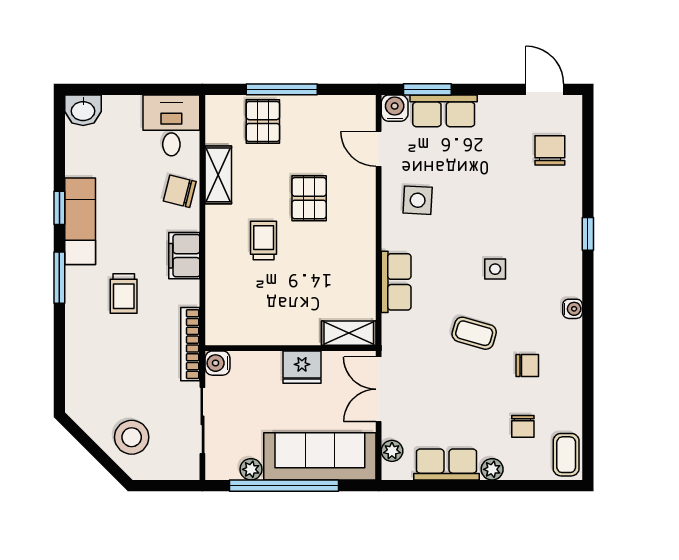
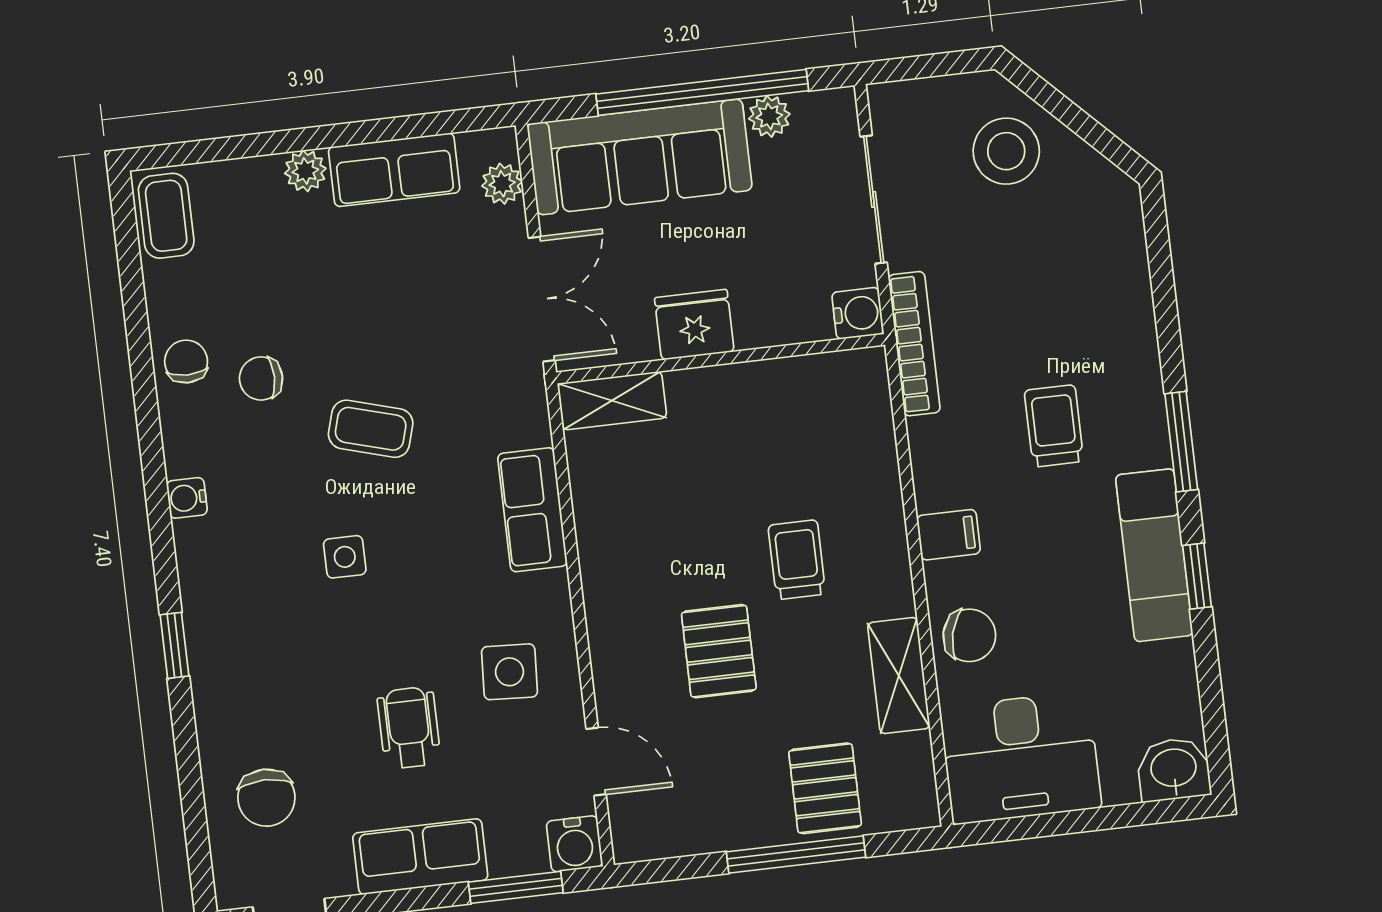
row of seats: (444, 111) -> (420, 857), moved
desk: (171, 125) -> (1021, 758), width x1.37
wheelchair: (473, 178) -> (409, 728), added
trolley: (264, 240) -> (797, 560), turned 180
filing cabinet: (184, 256) -> (949, 535), width x0.50
chair: (523, 426) -> (186, 362), moved

